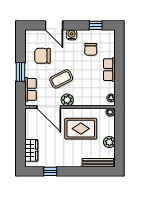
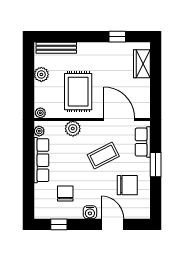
row of seats: (109, 70) -> (41, 160), width x1.48
plant: (67, 100) -> (73, 129), moved
rug: (81, 129) -> (78, 92), turned 90

